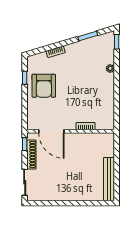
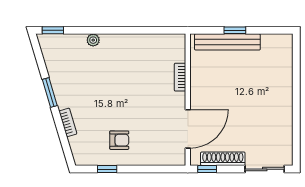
window: (88, 36) -> (50, 92), moved
armchair: (44, 86) -> (119, 140), width x0.53, depth x0.53
window: (117, 163) -> (235, 30), added
bench: (109, 179) -> (227, 42), moved

